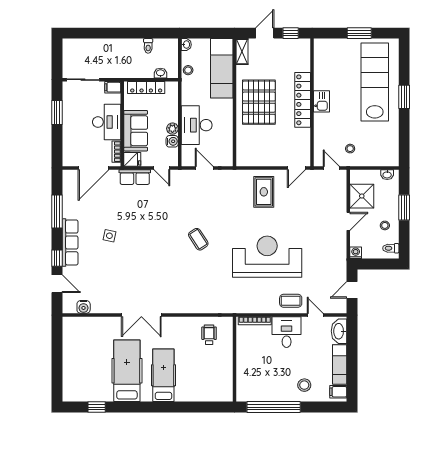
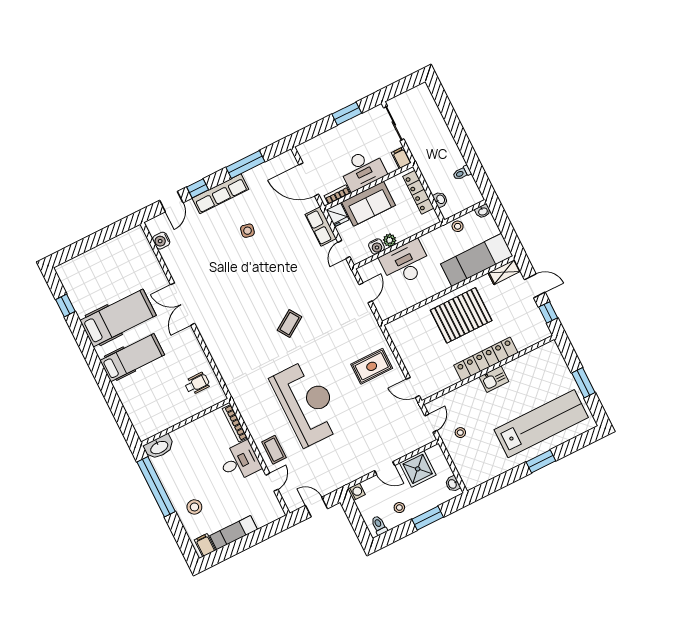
washbasin: (339, 331) -> (159, 447), moved, turned 180

